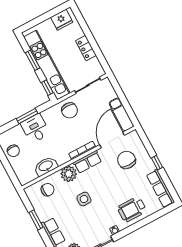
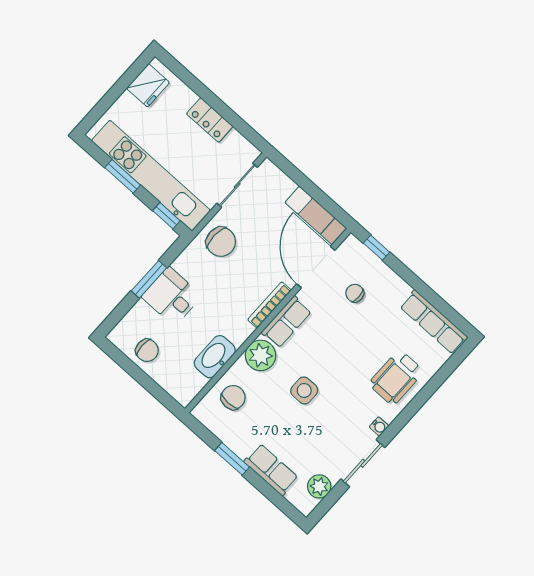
chair: (127, 160) -> (355, 293), width x0.54, depth x0.54
window: (157, 163) -> (377, 248), moved

